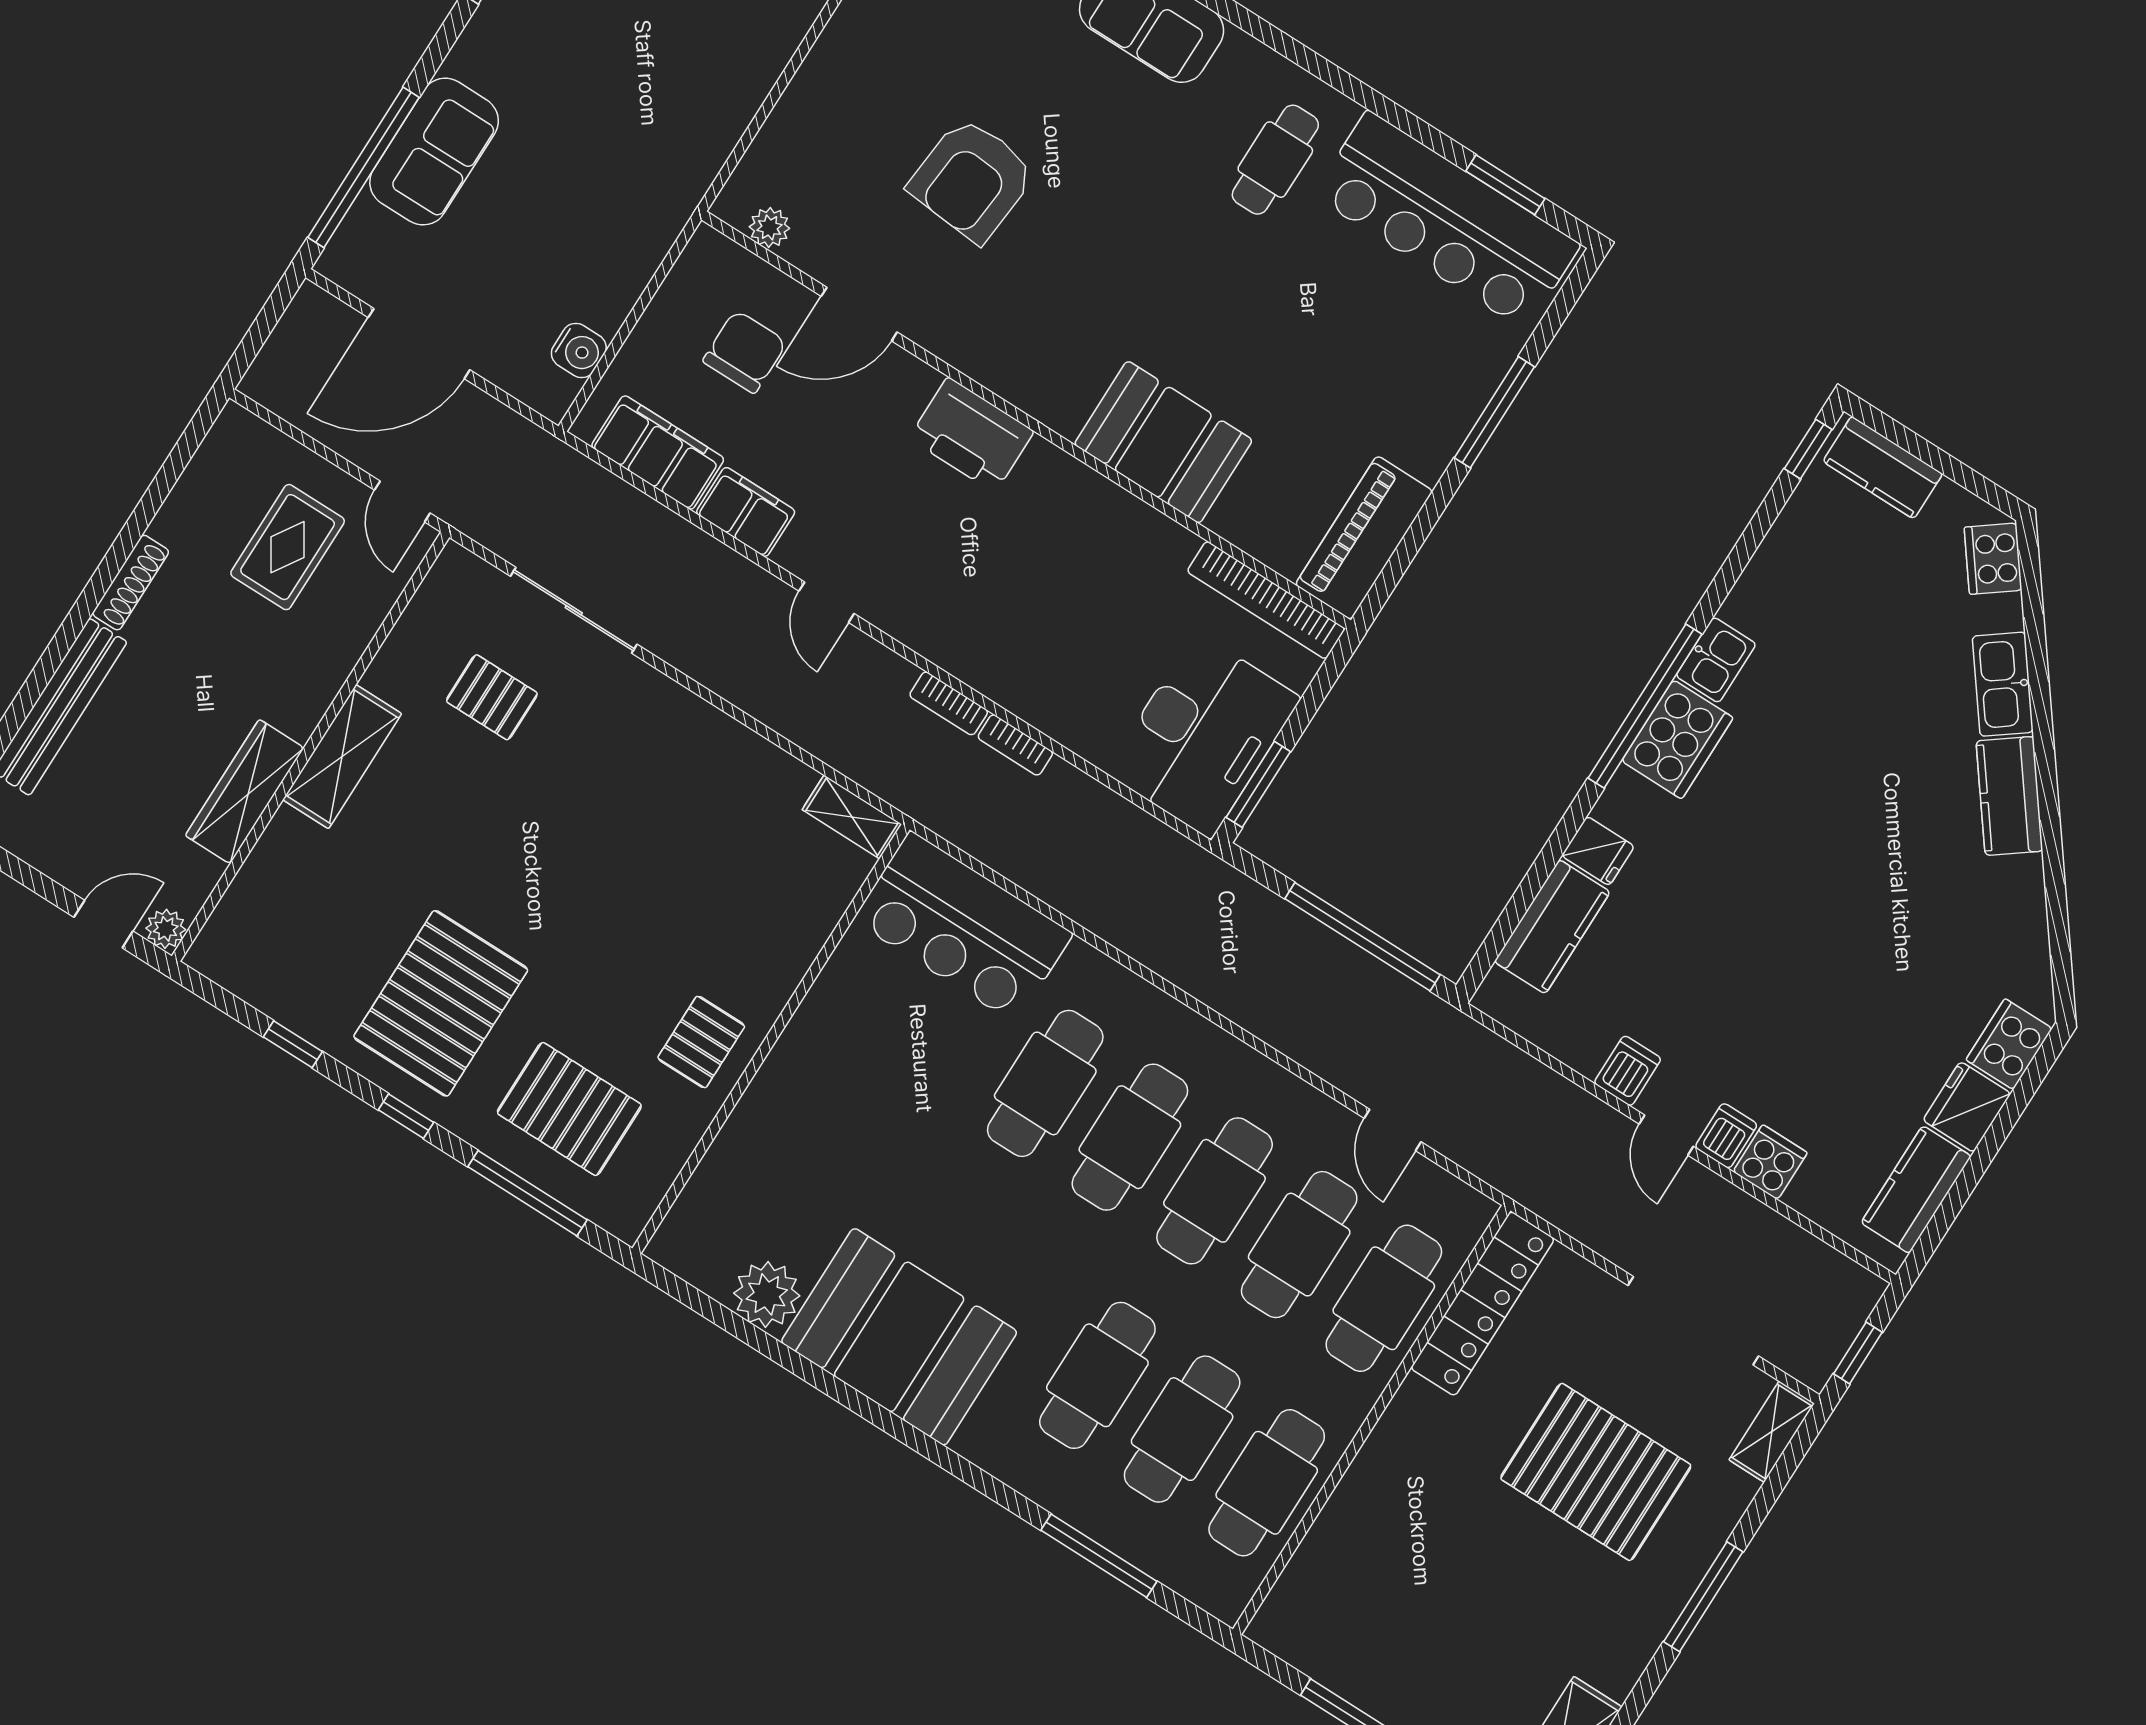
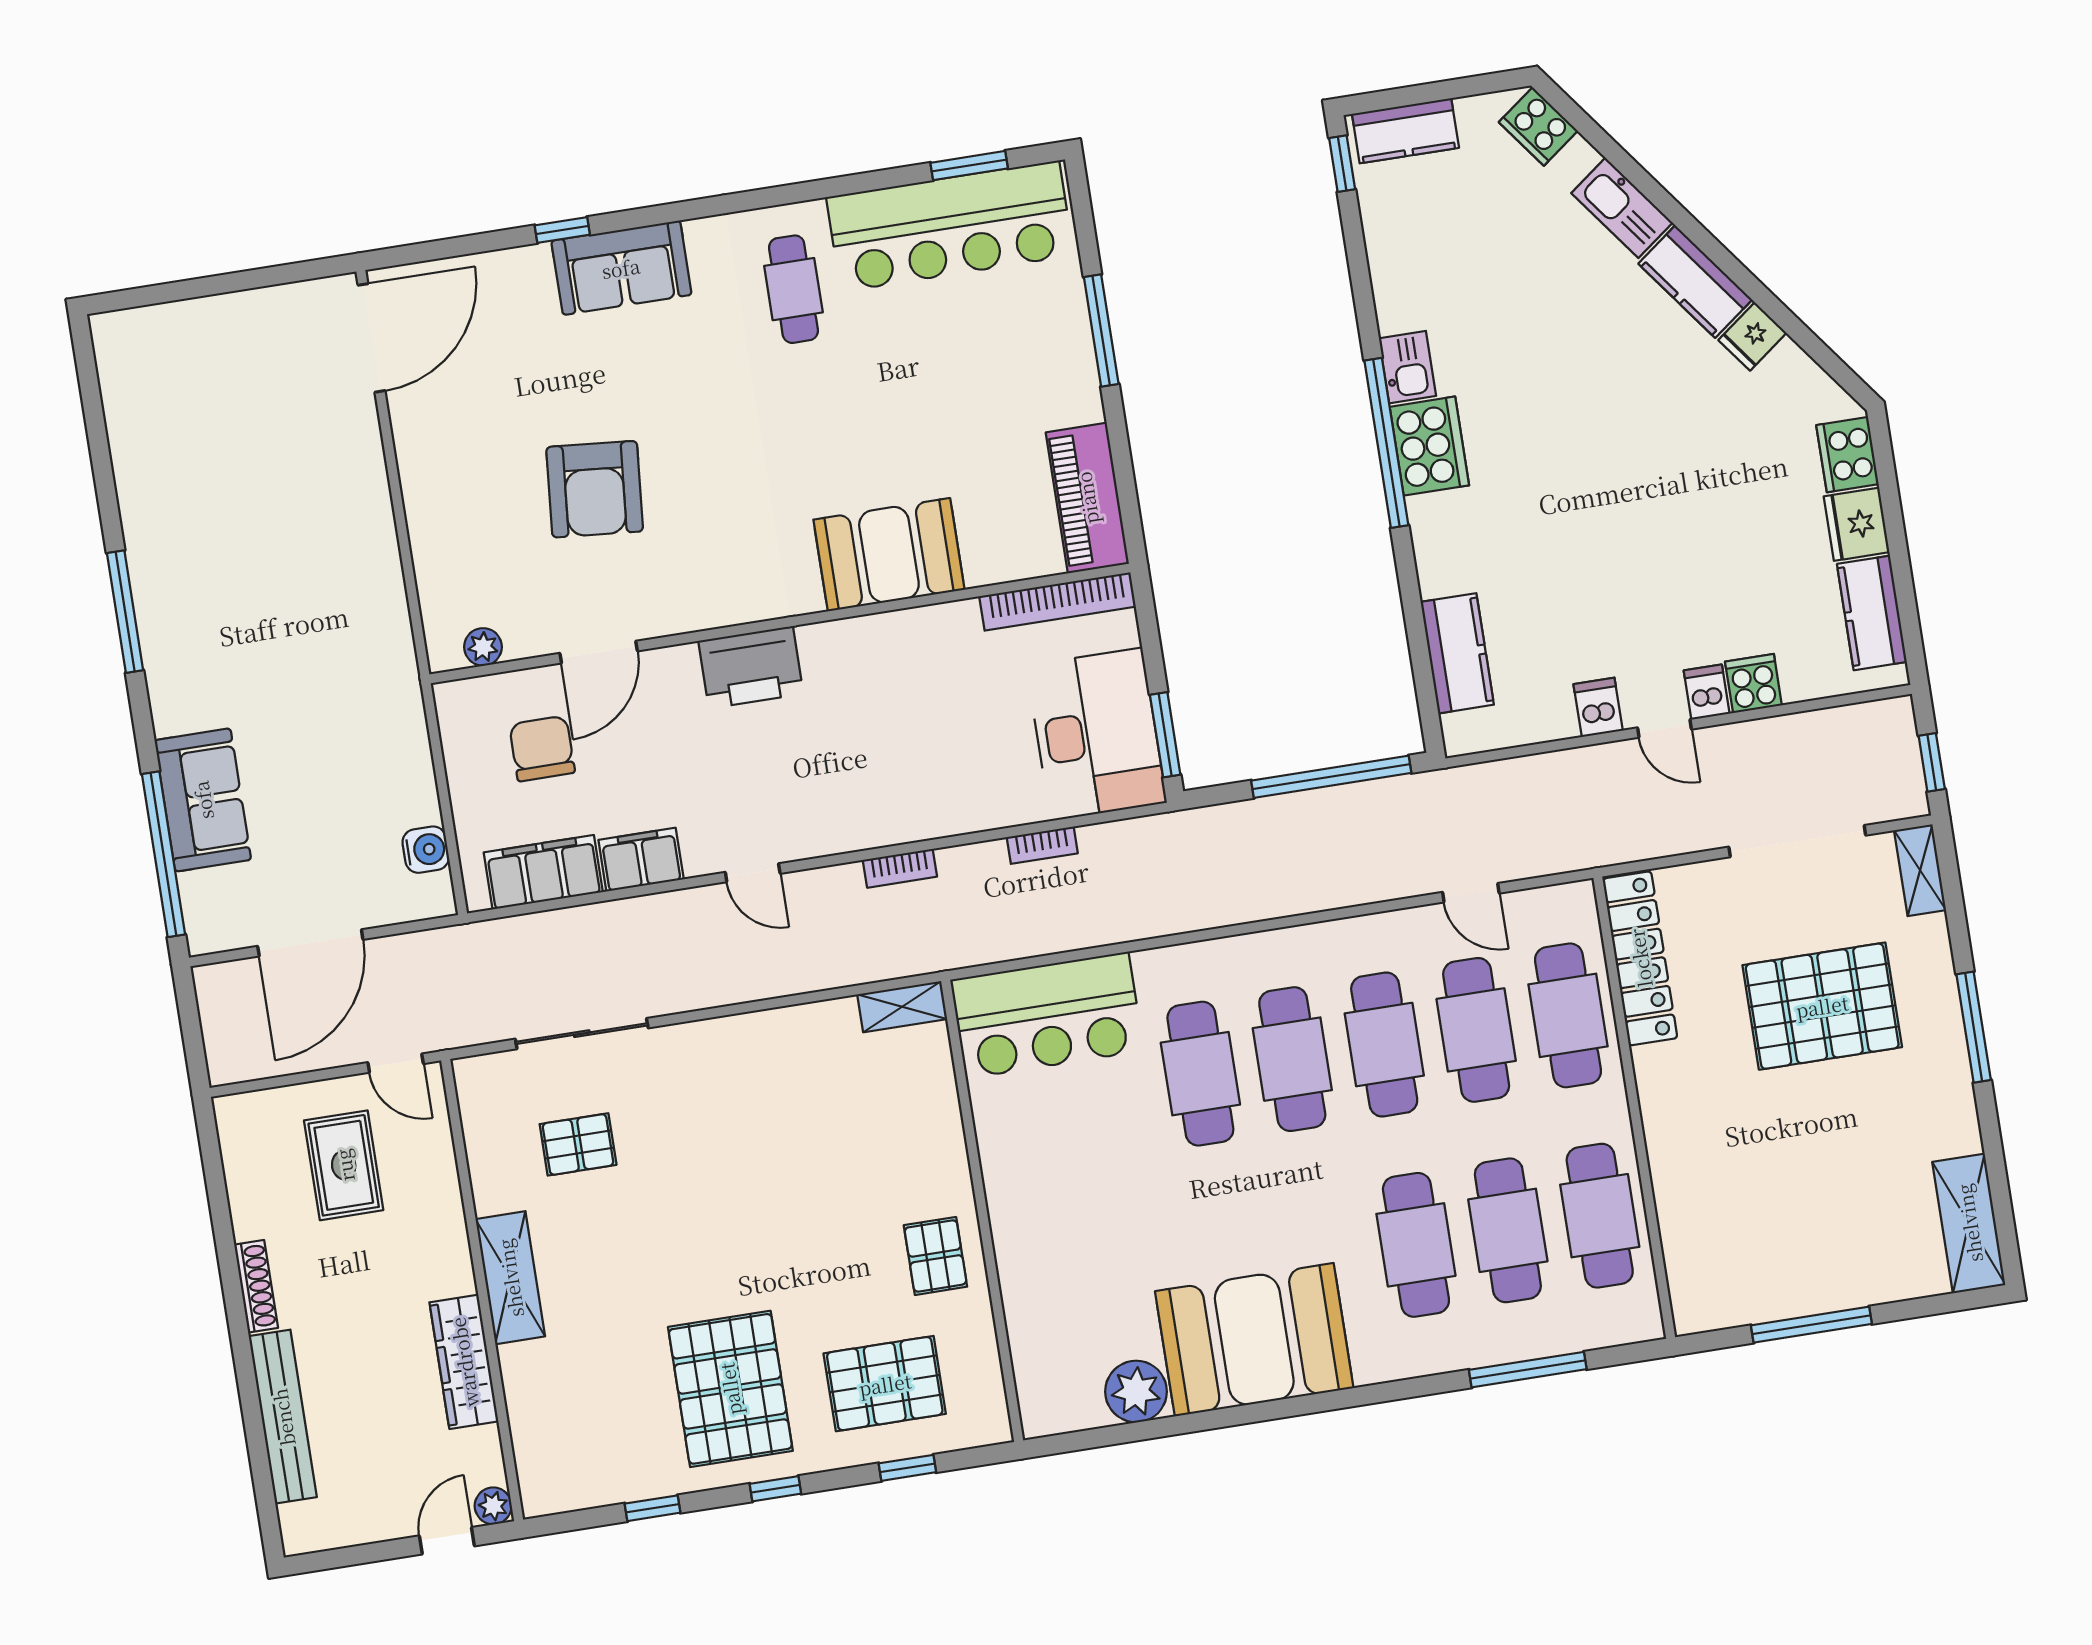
bookcase: (1015, 745) -> (1042, 845), moved
fridge: (1598, 851) -> (1752, 336), moved, turned 143
window: (528, 1193) -> (907, 1468), width x0.46

